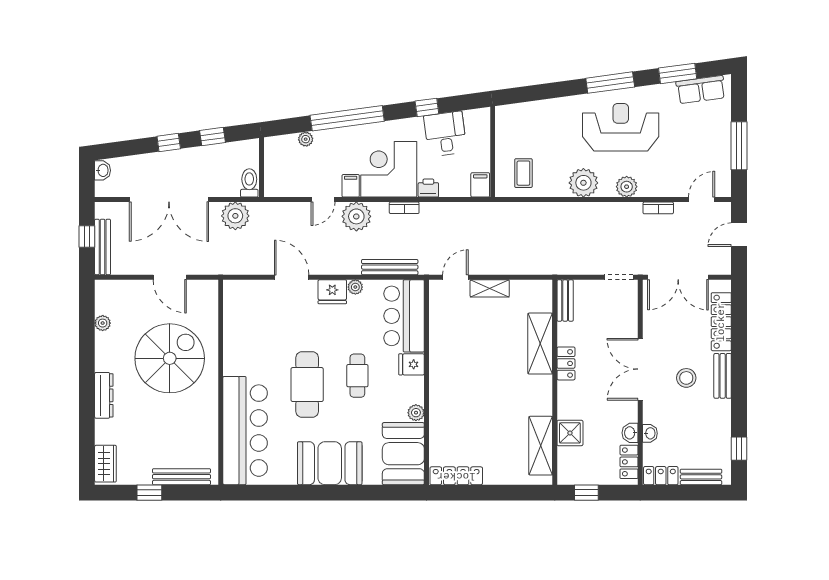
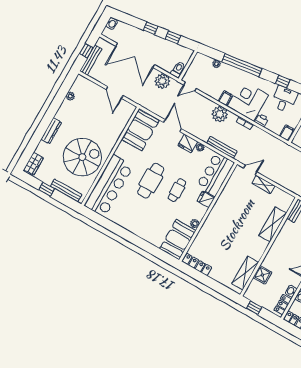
door: (323, 200) -> (190, 87), moved
spiral stairs: (170, 358) -> (82, 157), moved
locker: (566, 363) -> (279, 241), removed
booth: (330, 463) -> (140, 130), moved, turned 90

